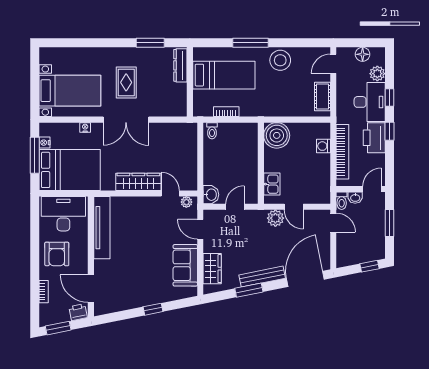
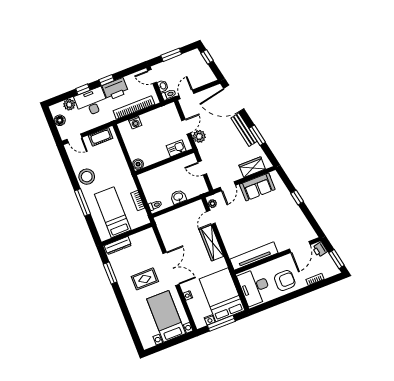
boiler: (277, 135) -> (138, 164), width x0.54, depth x0.54
washbasin: (211, 195) -> (178, 197), moved

